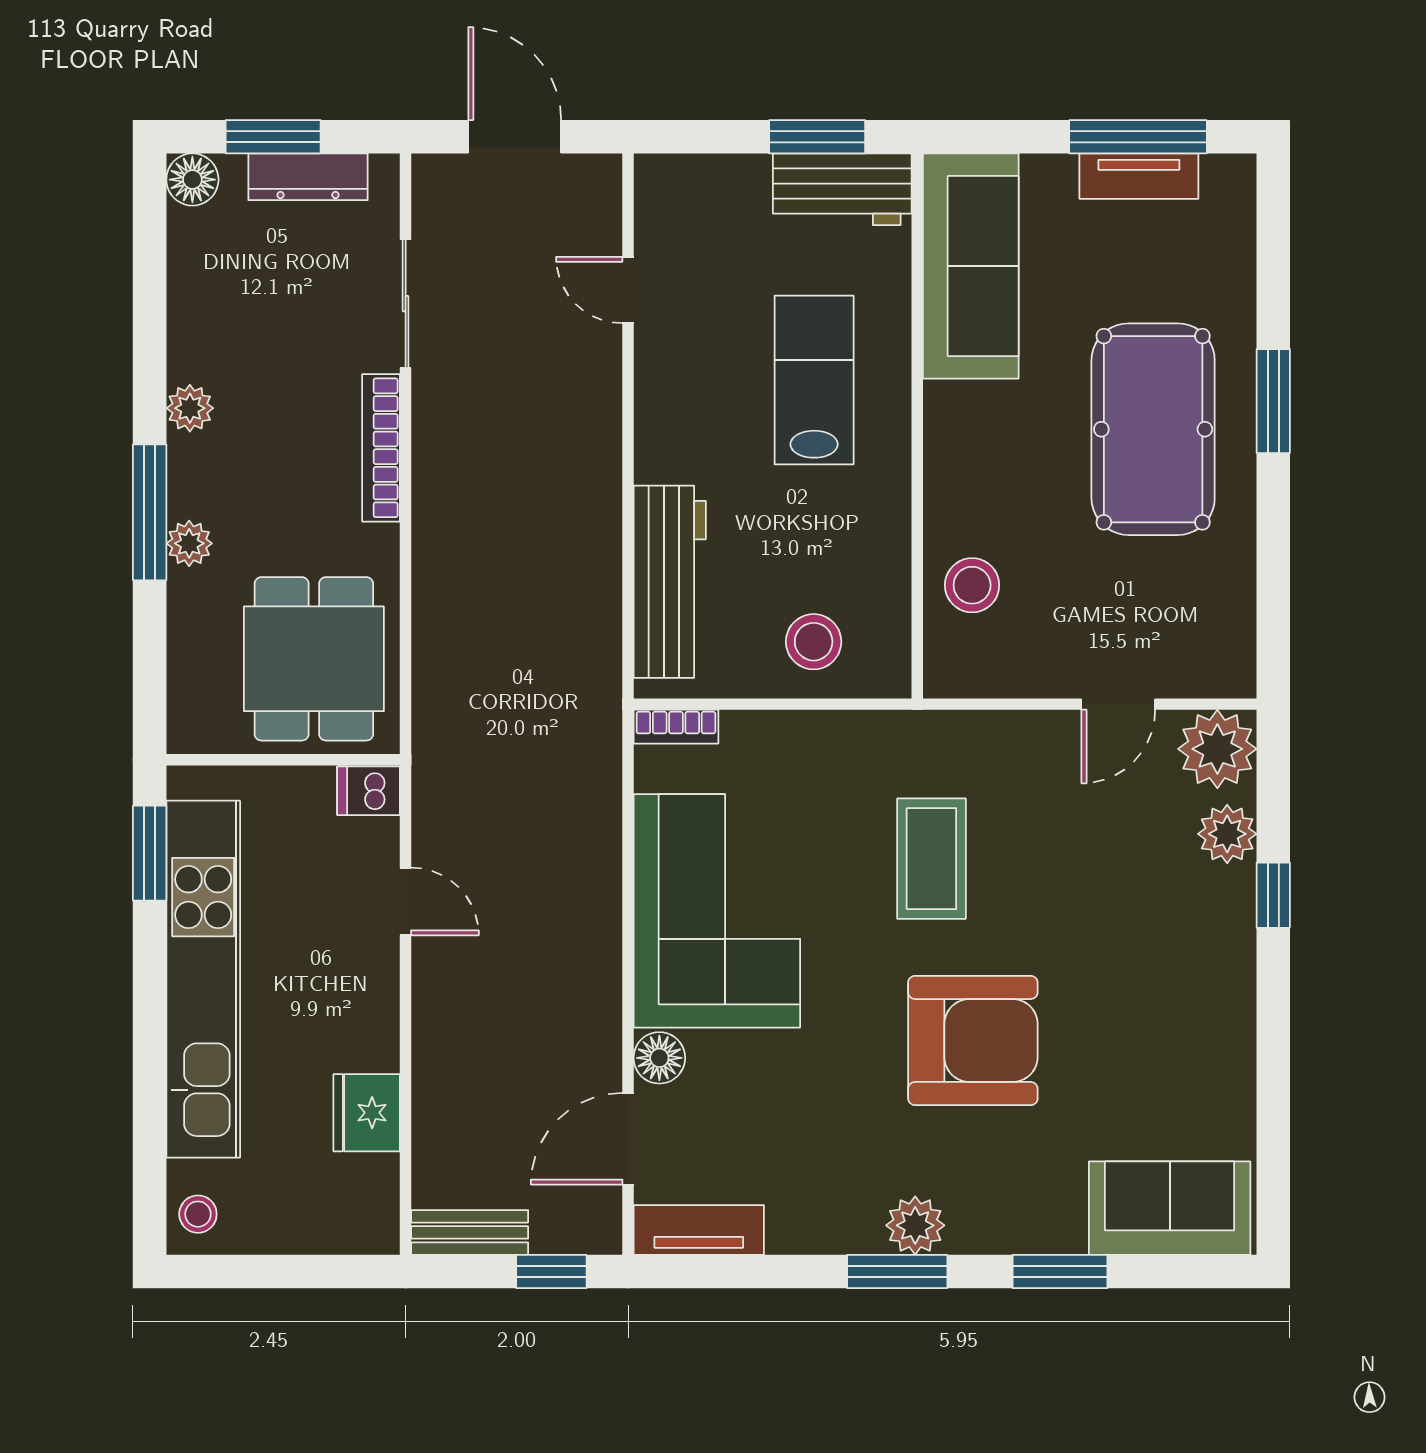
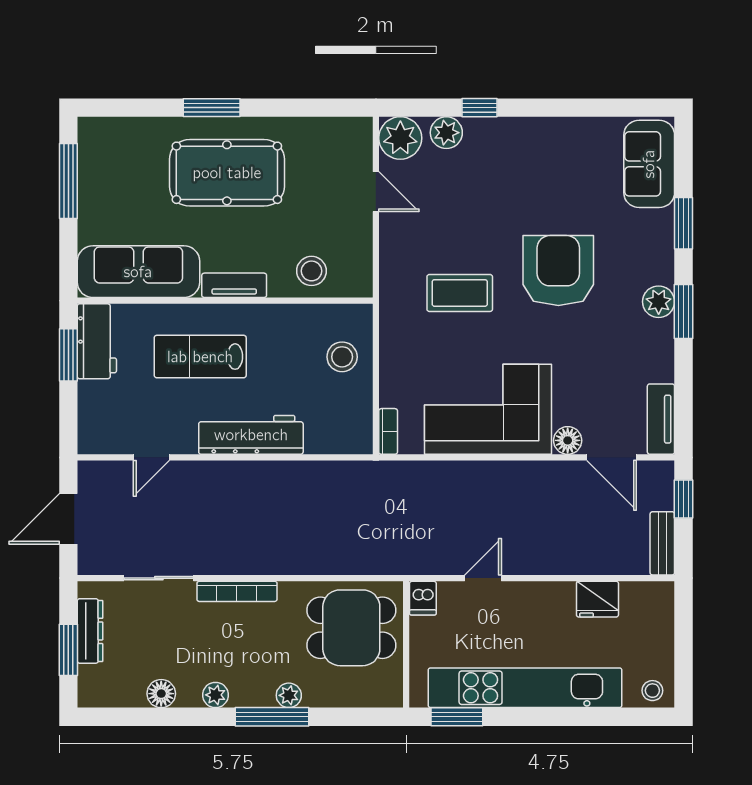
tv unit: (1139, 176) -> (234, 285), moved, turned -90
floor lamp: (192, 180) -> (161, 694), moved
workbench: (670, 582) -> (251, 435), moved

